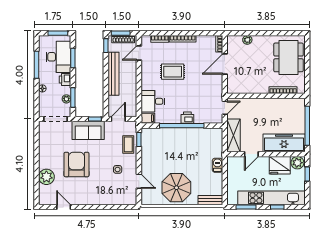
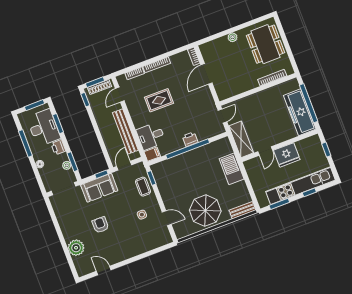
plant: (247, 40) -> (233, 37), moved
bench: (113, 74) -> (125, 131), moved
freezer: (284, 143) -> (300, 112), moved, turned -90
plant: (297, 163) -> (313, 142), removed
armchair: (76, 164) -> (100, 225), width x0.53, depth x0.53
barbecue: (217, 165) -> (232, 169), width x1.88, depth x1.53
fridge: (280, 165) -> (287, 155), moved

